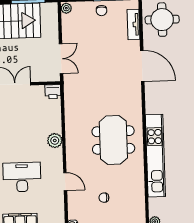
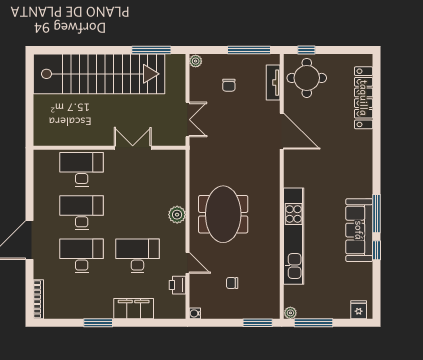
chair: (101, 11) -> (229, 85), moved
printer: (53, 92) -> (178, 285), moved, turned 90
meeting table: (113, 140) -> (223, 214), moved

